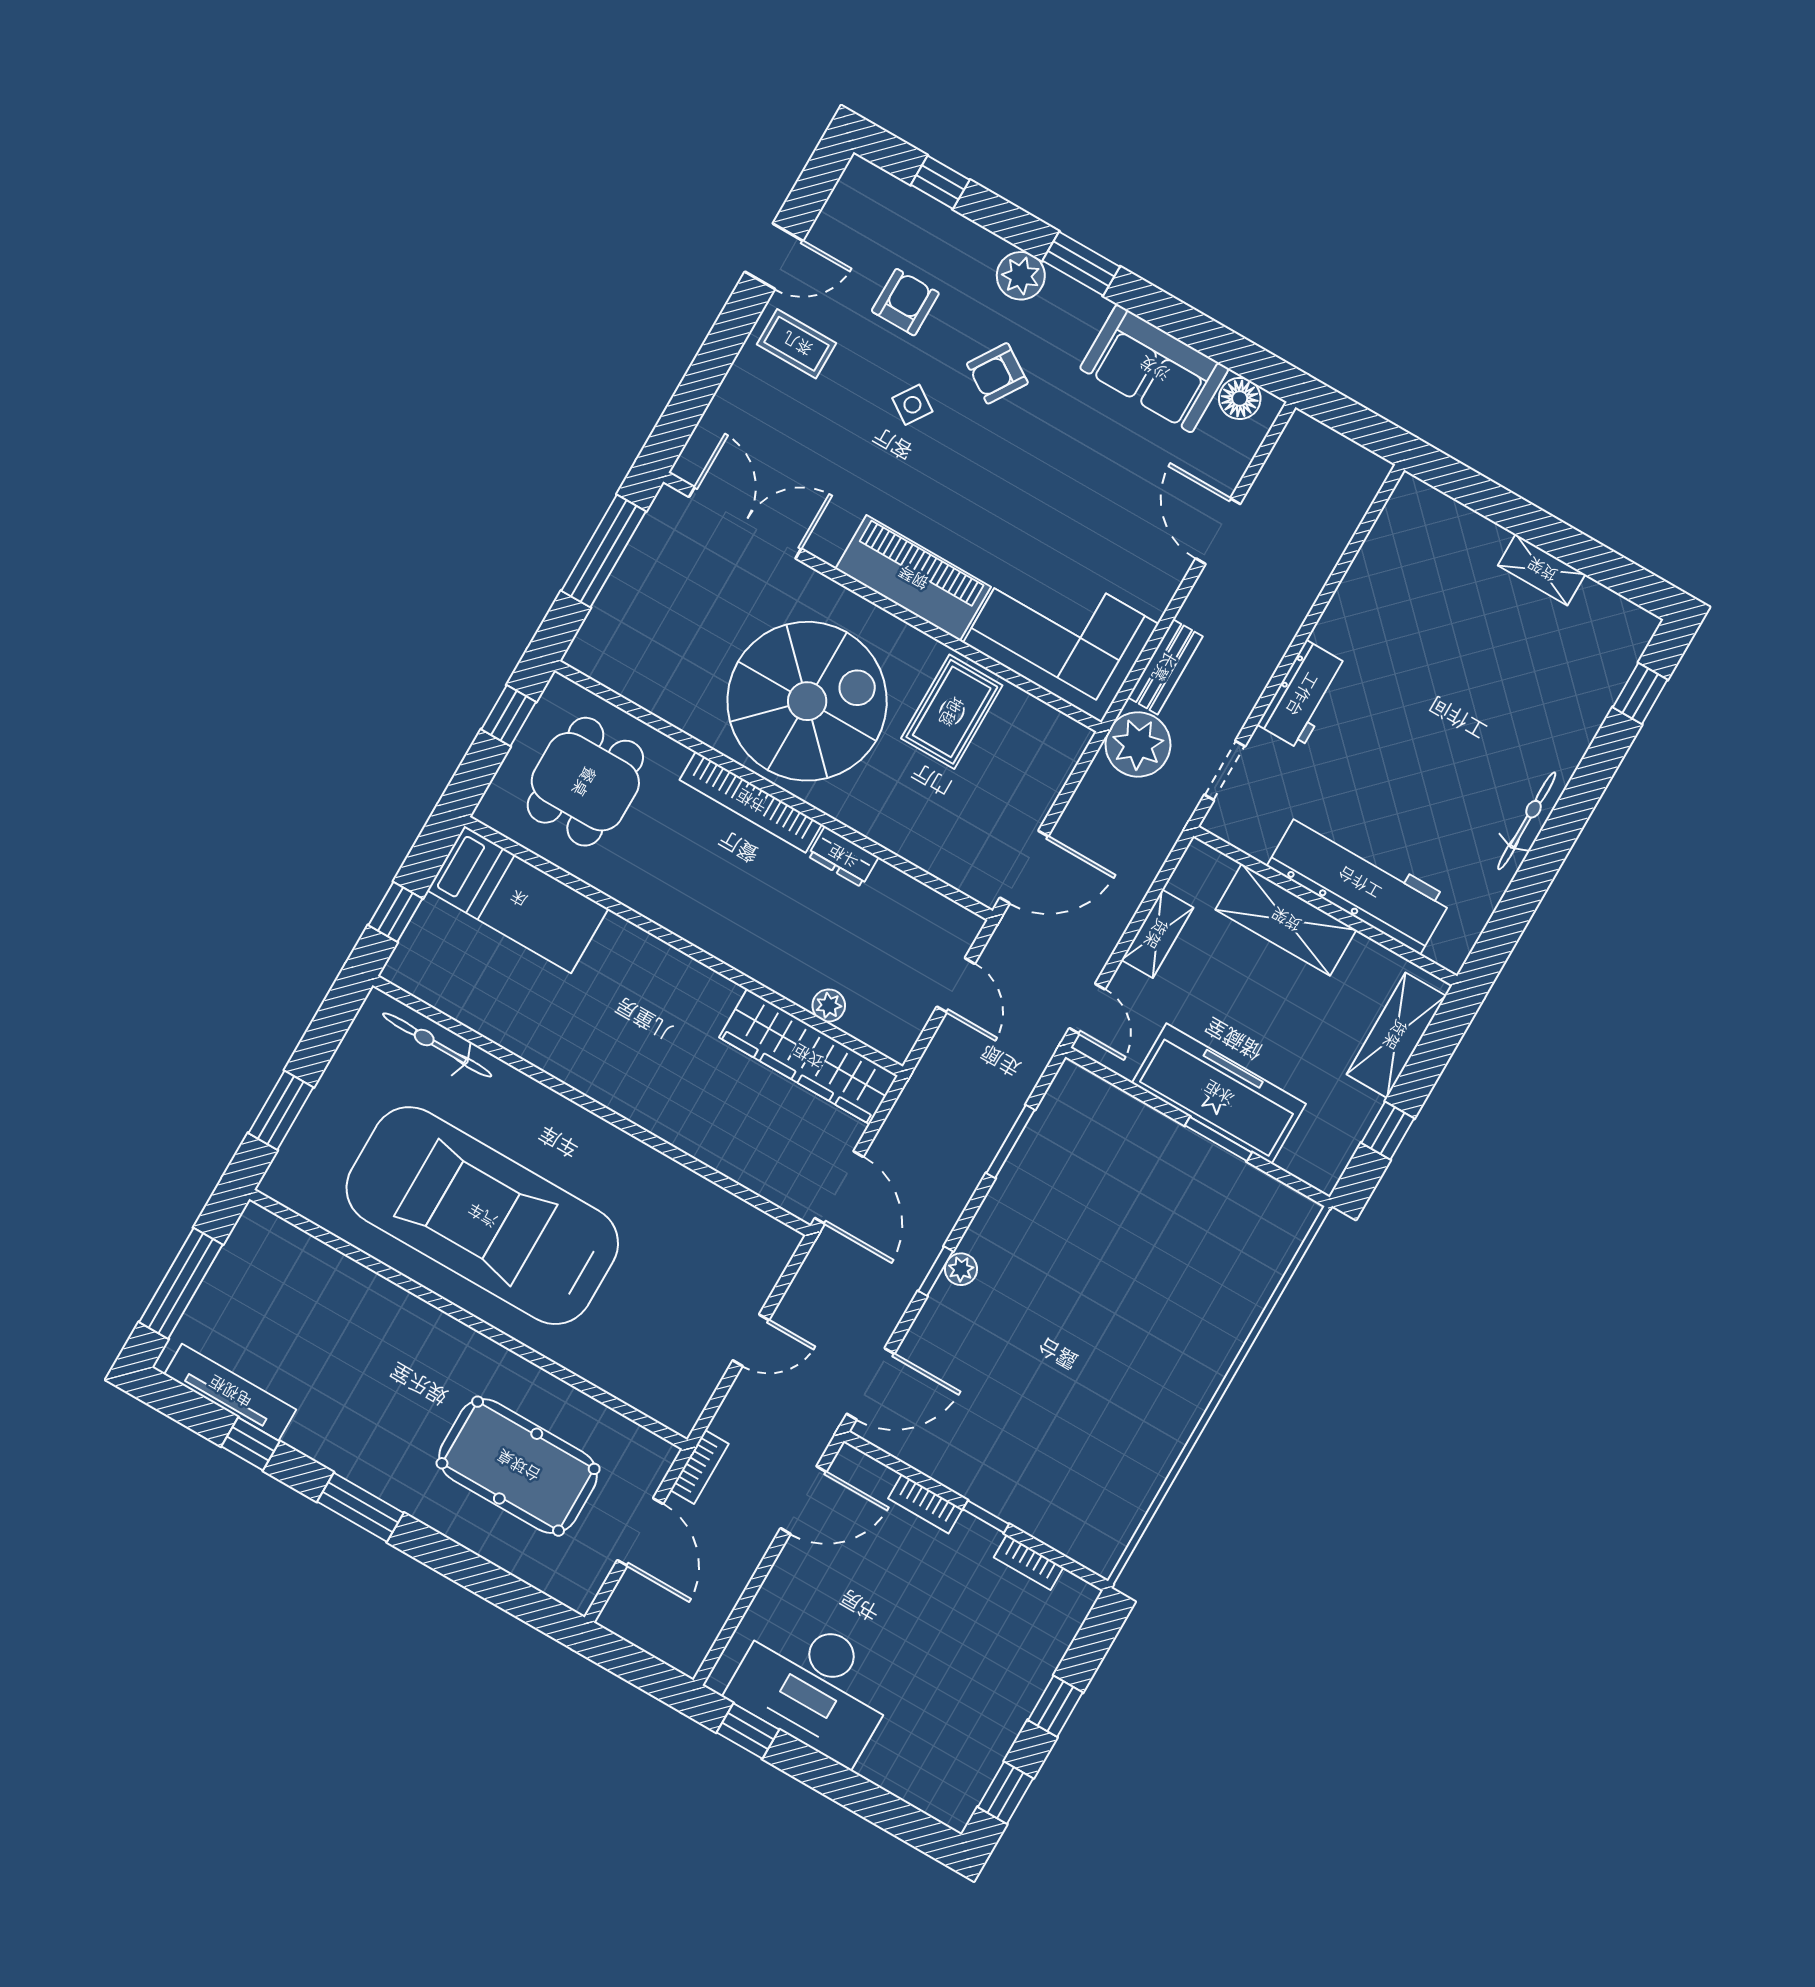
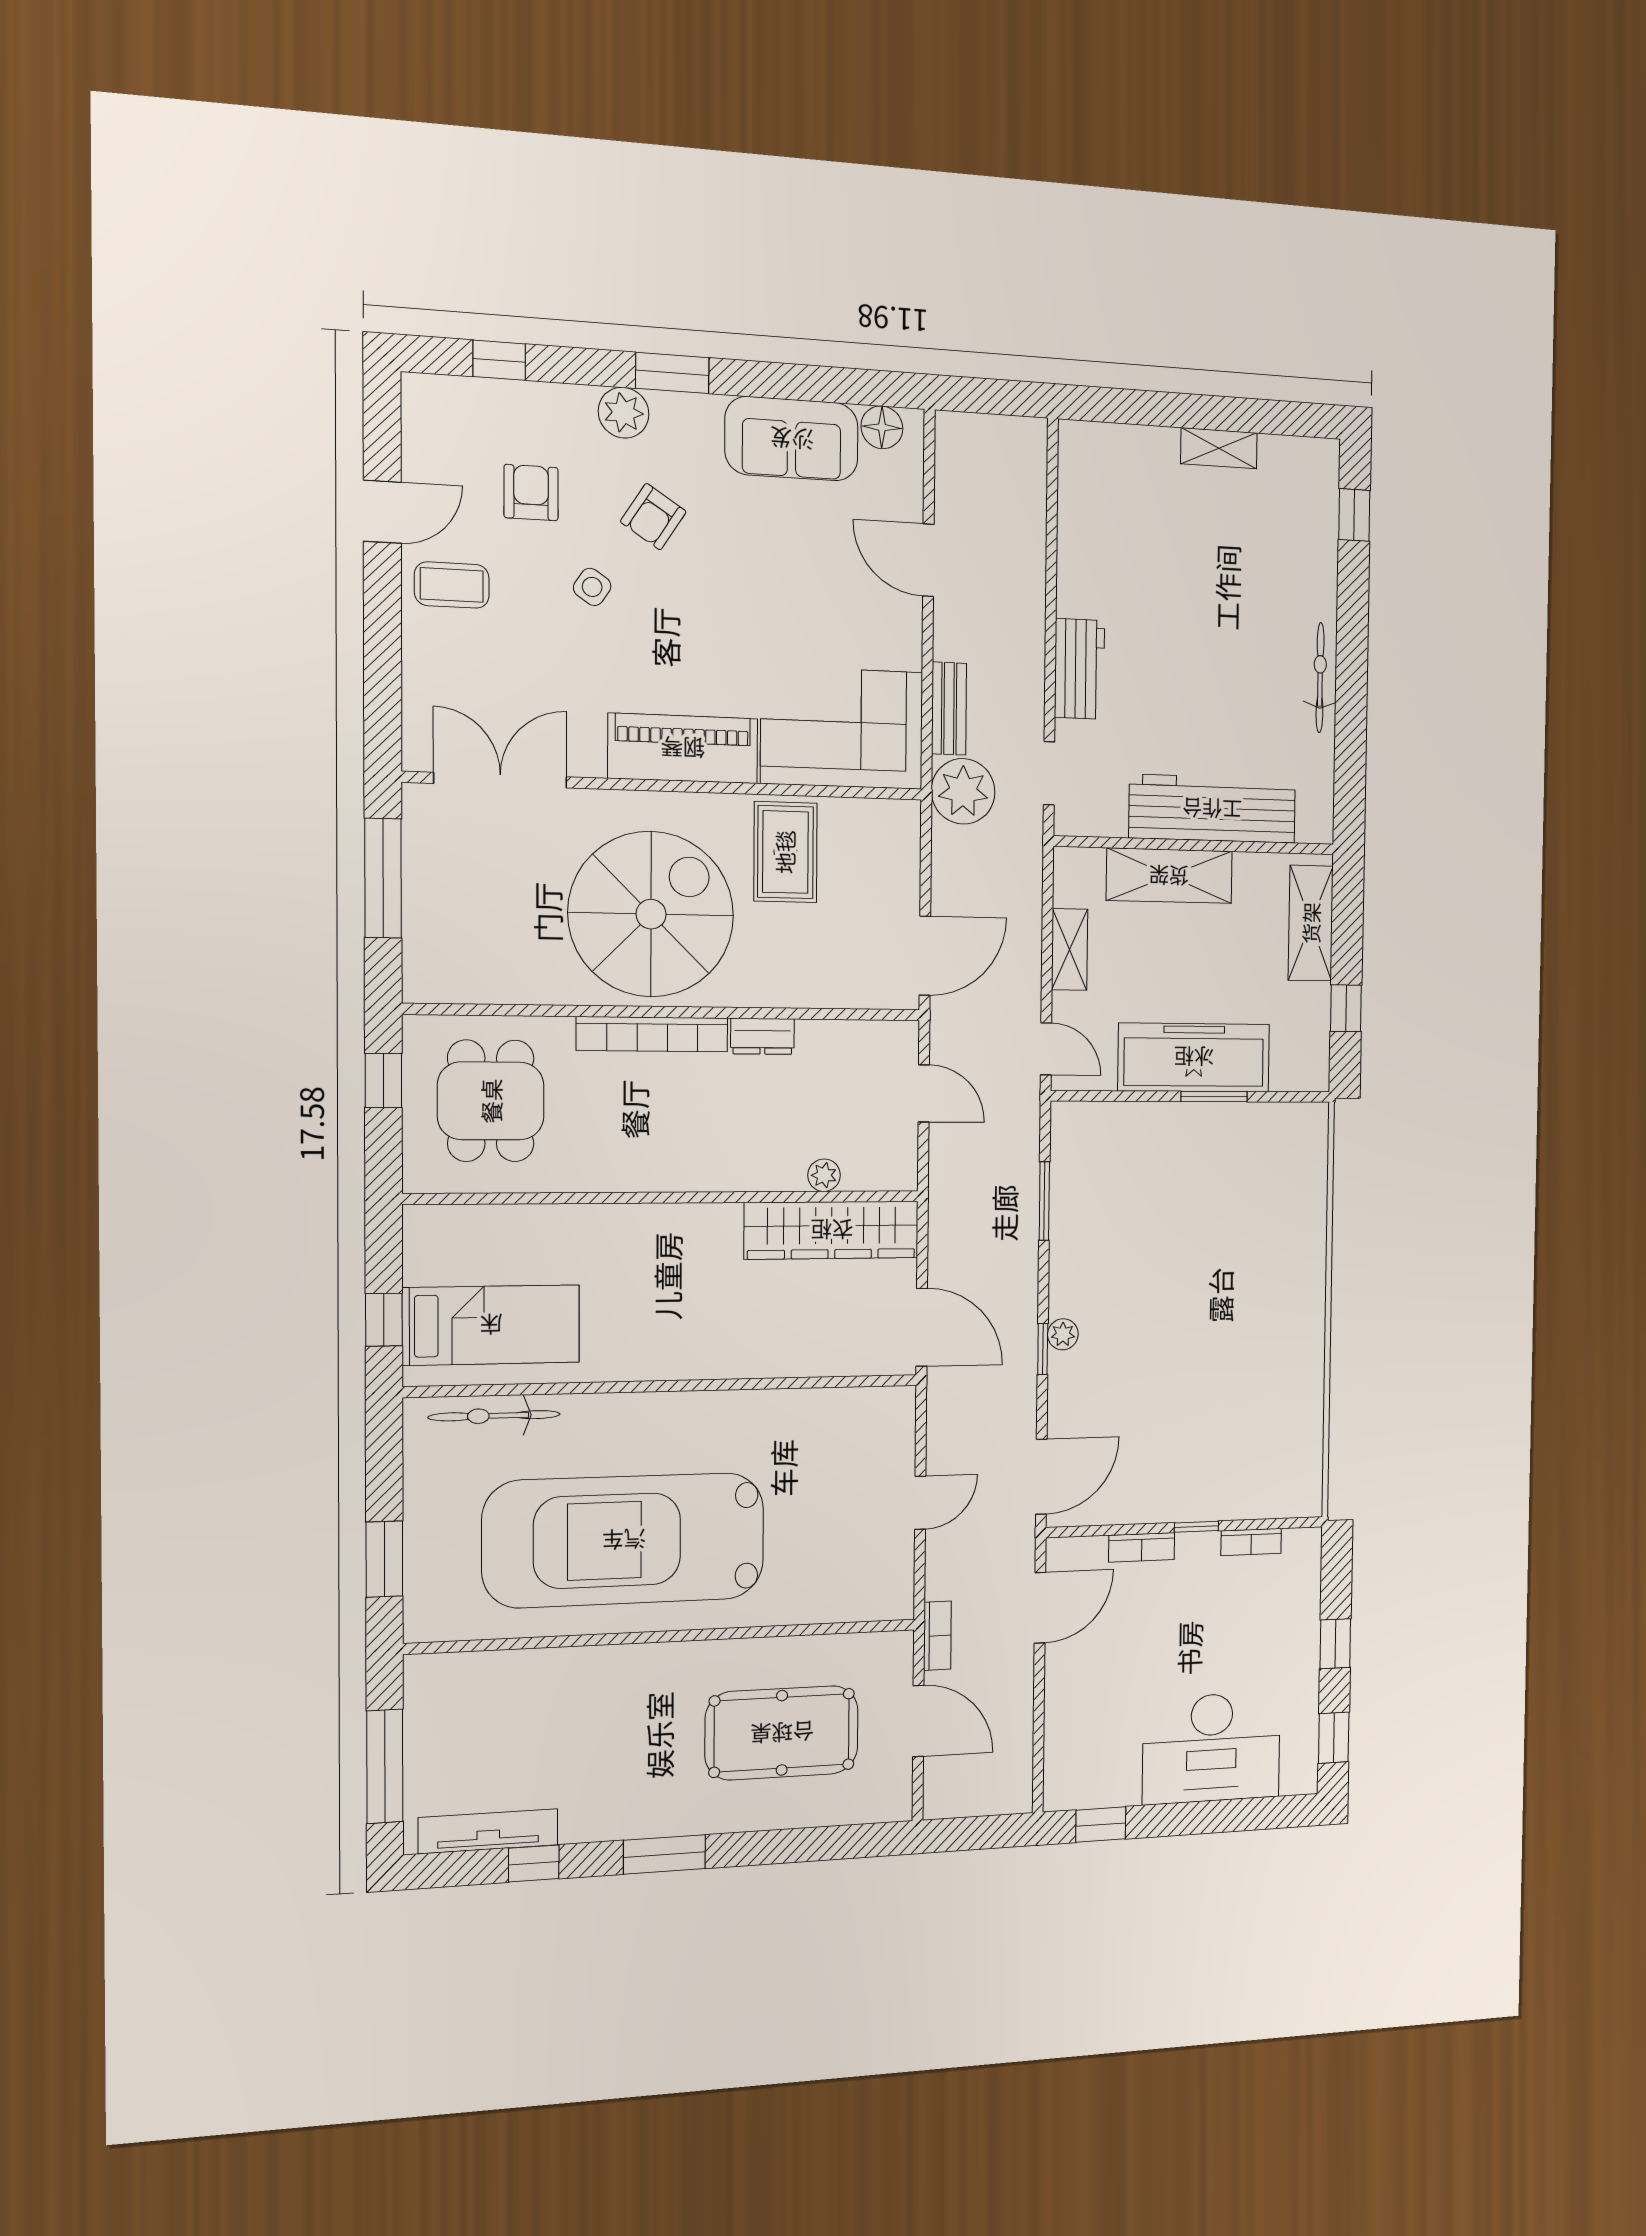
bed: (518, 899) -> (491, 1325), moved
desk: (814, 1685) -> (1211, 1748), moved

